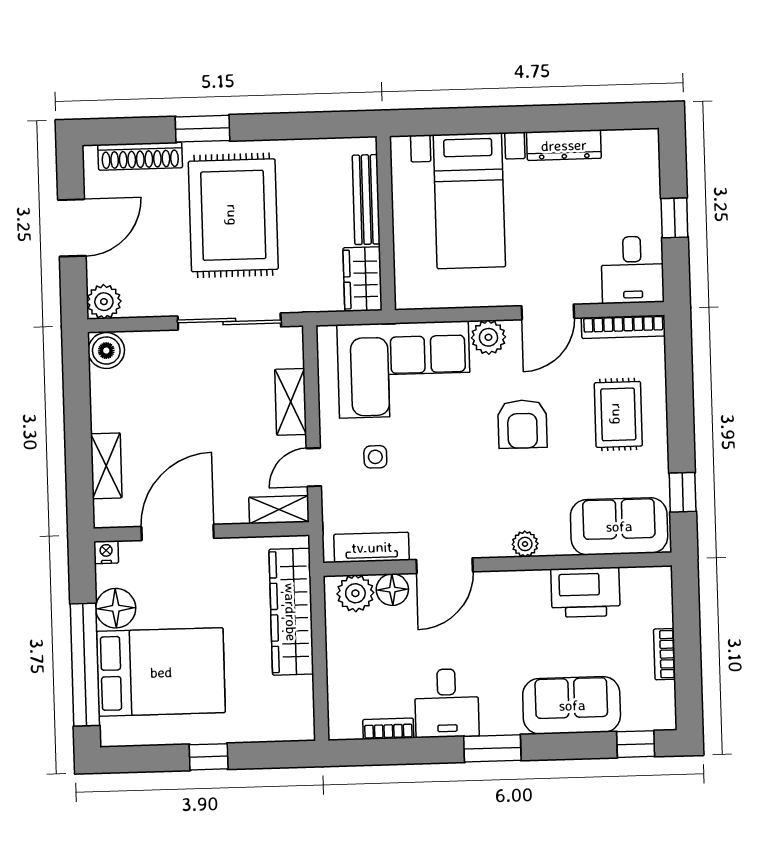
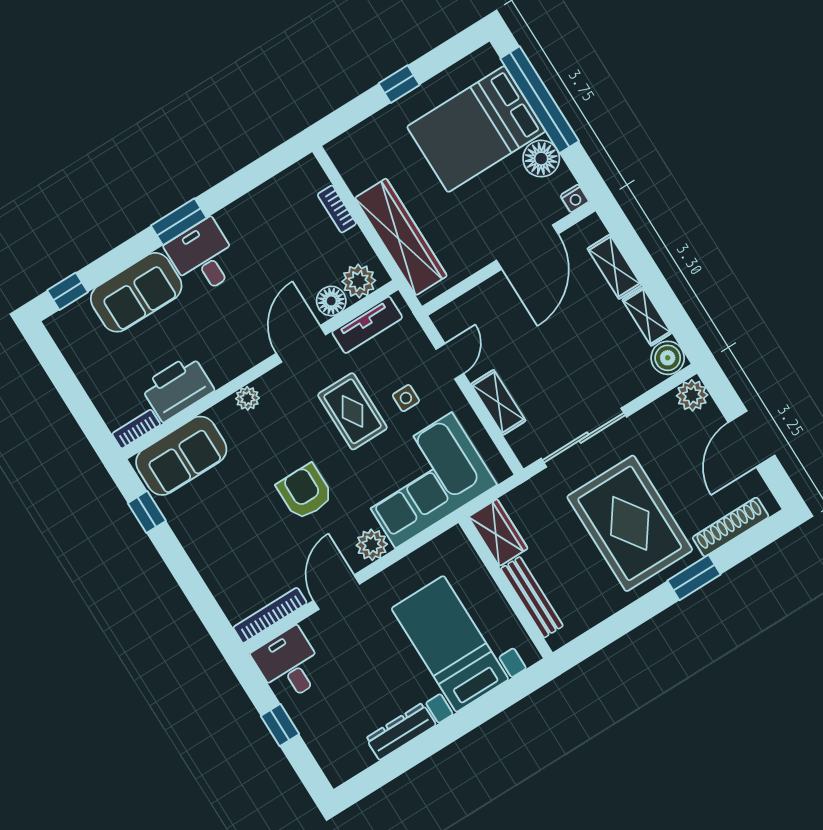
rug: (618, 414) -> (353, 411), moved
shelving: (279, 510) -> (647, 316), moved, turned 90
bookcase: (665, 654) -> (136, 429), moved, turned -90
desk: (447, 703) -> (203, 257), moved
bookcase: (388, 729) -> (337, 209), moved, turned 90

